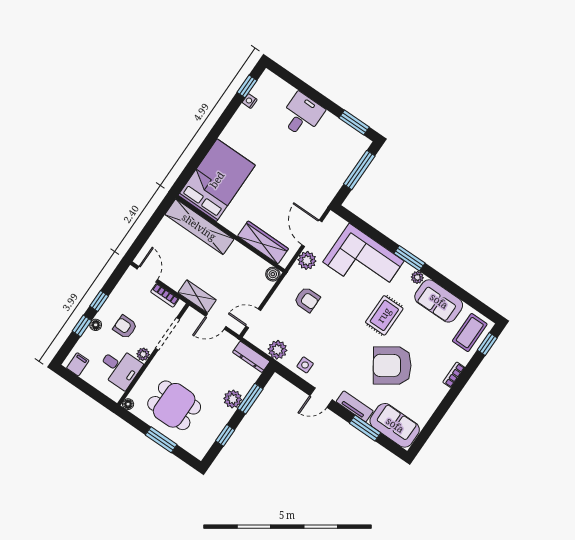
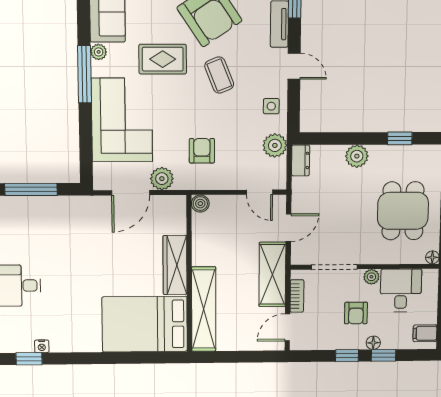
wardrobe: (263, 242) -> (175, 265), moved
window: (409, 258) -> (85, 74), width x1.44
shelving: (197, 296) -> (272, 274), width x1.50, depth x1.33
door: (216, 321) -> (289, 228), hinge flipped
coffee table: (349, 345) -> (219, 75), added
dresser: (251, 357) -> (301, 160), width x0.70
window: (250, 399) -> (344, 139), removed

